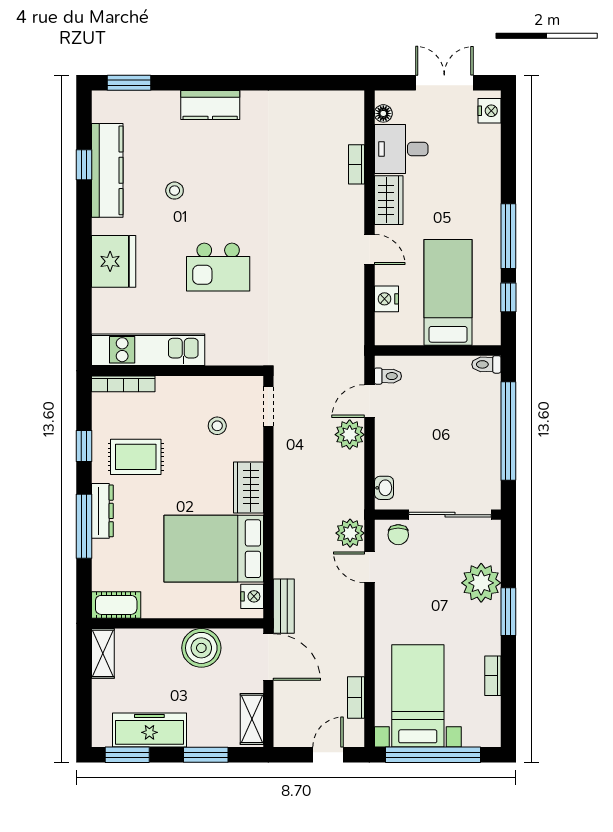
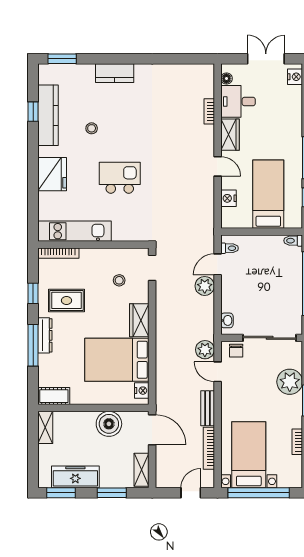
kitchen island: (218, 267) -> (120, 178), turned 180
bench: (284, 606) -> (208, 408), moved
bookcase: (356, 697) -> (209, 448), width x1.56

